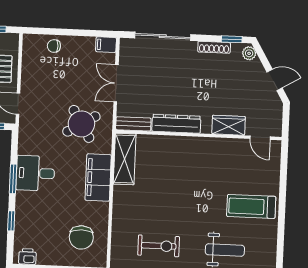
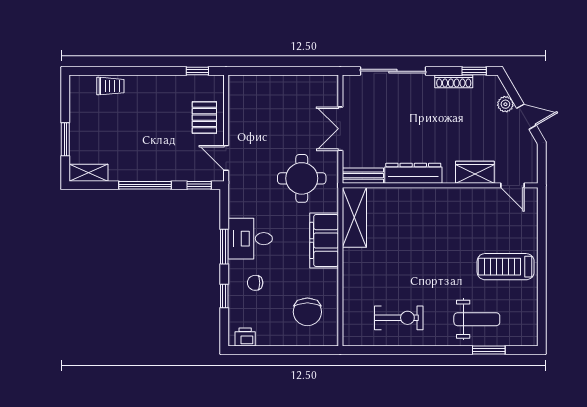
filing cabinet: (106, 45) -> (327, 84), removed
chair: (54, 46) -> (255, 283), moved
plant: (249, 53) -> (505, 104), moved
round table: (81, 124) -> (302, 178), turned 31

